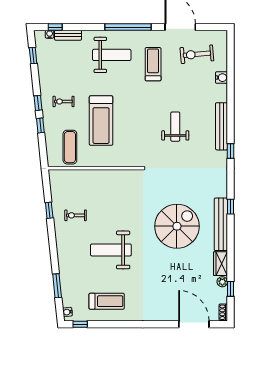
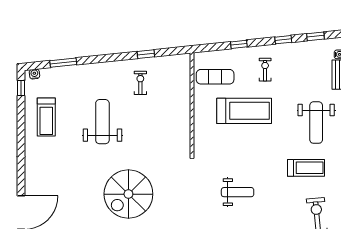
window: (38, 103) -> (283, 40), moved
treadmill: (101, 121) -> (244, 111), turned 180
spiral stairs: (177, 226) -> (128, 194), turned 90

